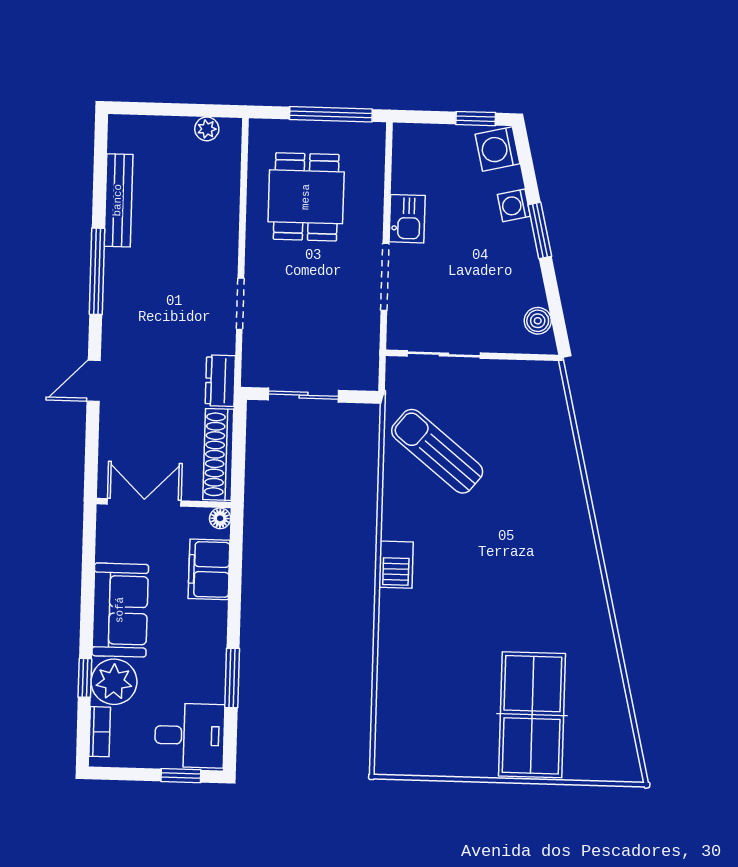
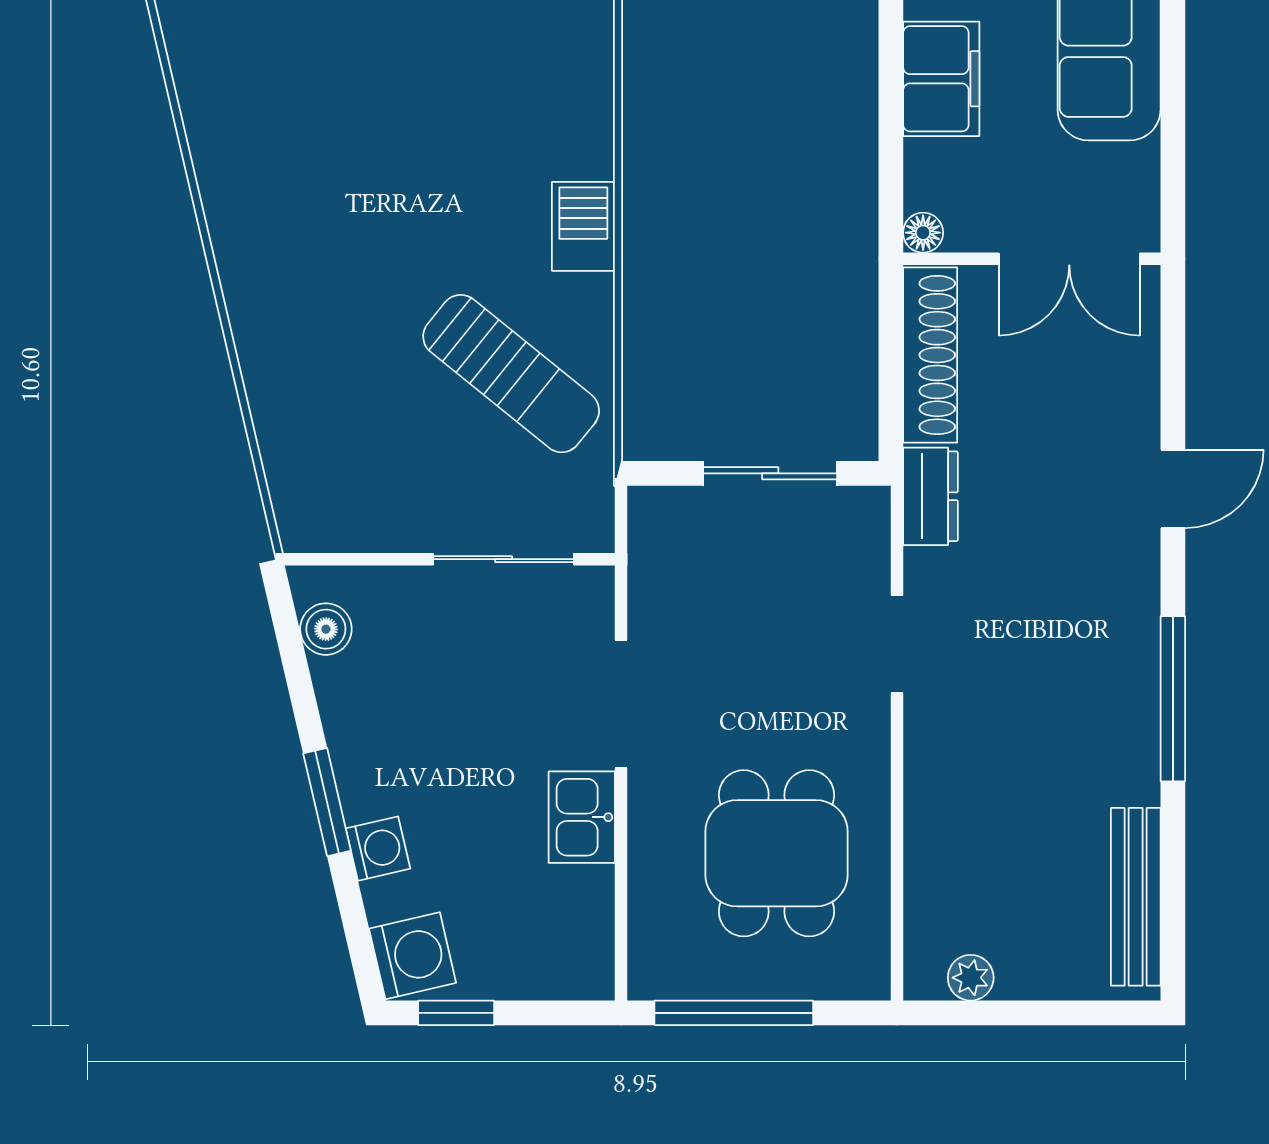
bench: (118, 200) -> (1136, 897), moved
barbecue: (396, 565) -> (583, 226), moved
filing cabinet: (209, 569) -> (941, 79), moved

